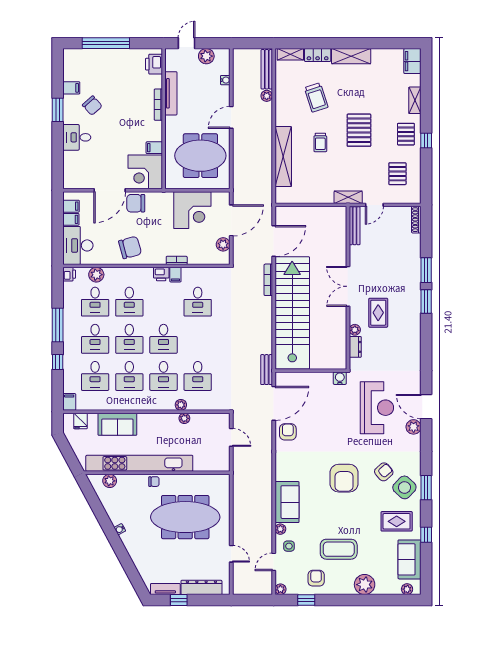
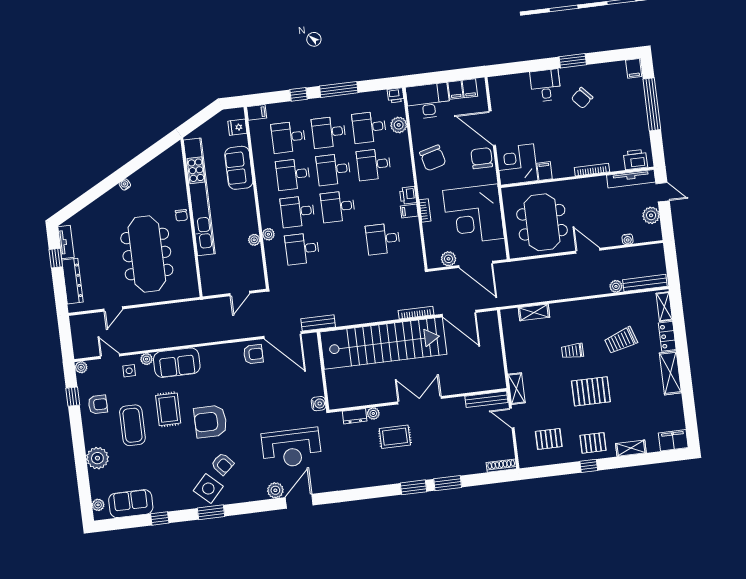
filing cabinet: (71, 88) -> (634, 68), moved
tv unit: (171, 93) -> (631, 179), moved
shelving: (283, 157) -> (534, 312), width x0.45, depth x0.75
corner desk: (192, 210) -> (474, 214), width x1.36, depth x1.36
plant: (110, 481) -> (176, 167), removed
rug: (397, 521) -> (168, 409), moved

